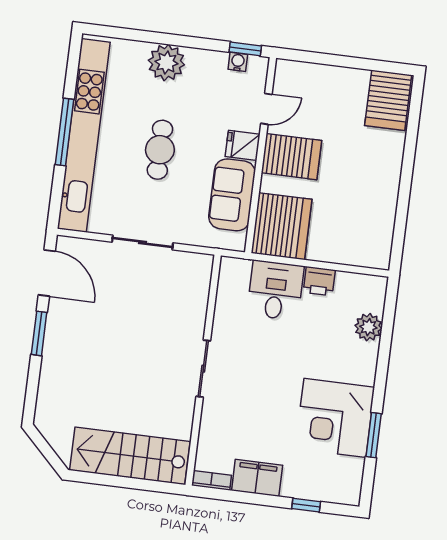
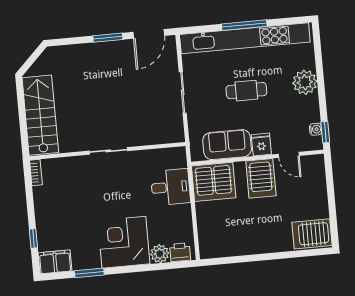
printer: (319, 281) -> (180, 252), moved, turned 90
corner desk: (335, 418) -> (124, 242), moved
filing cabinet: (257, 478) -> (55, 262), moved, turned -90

